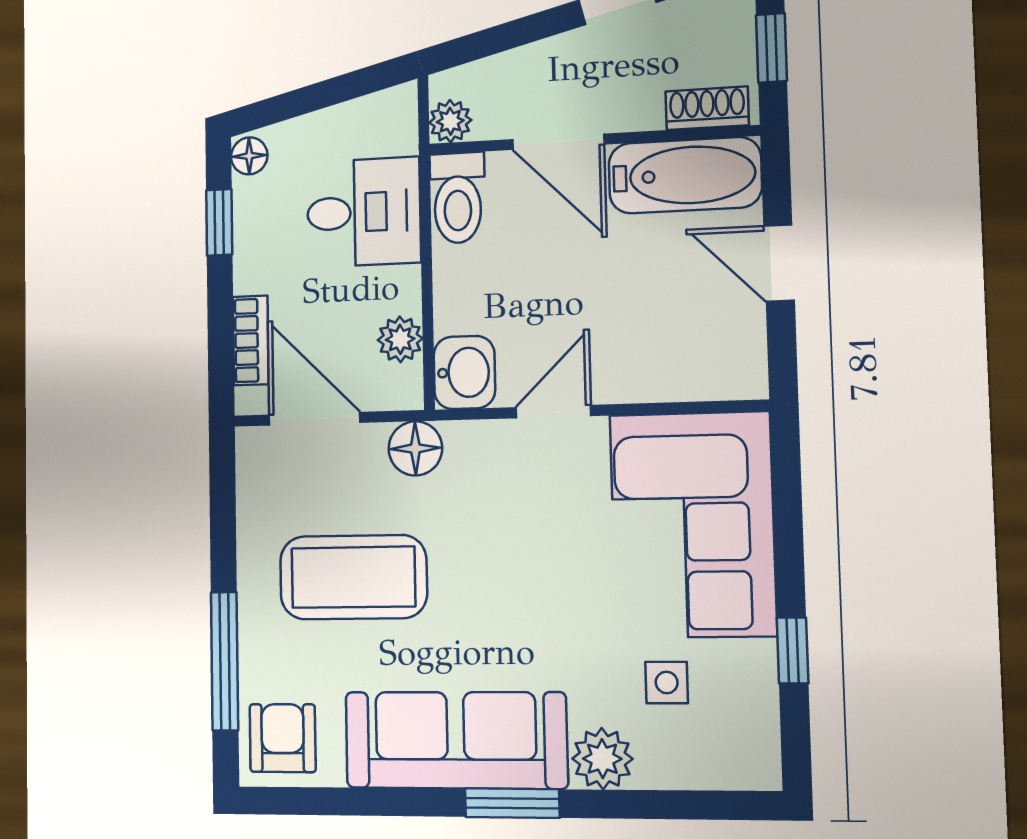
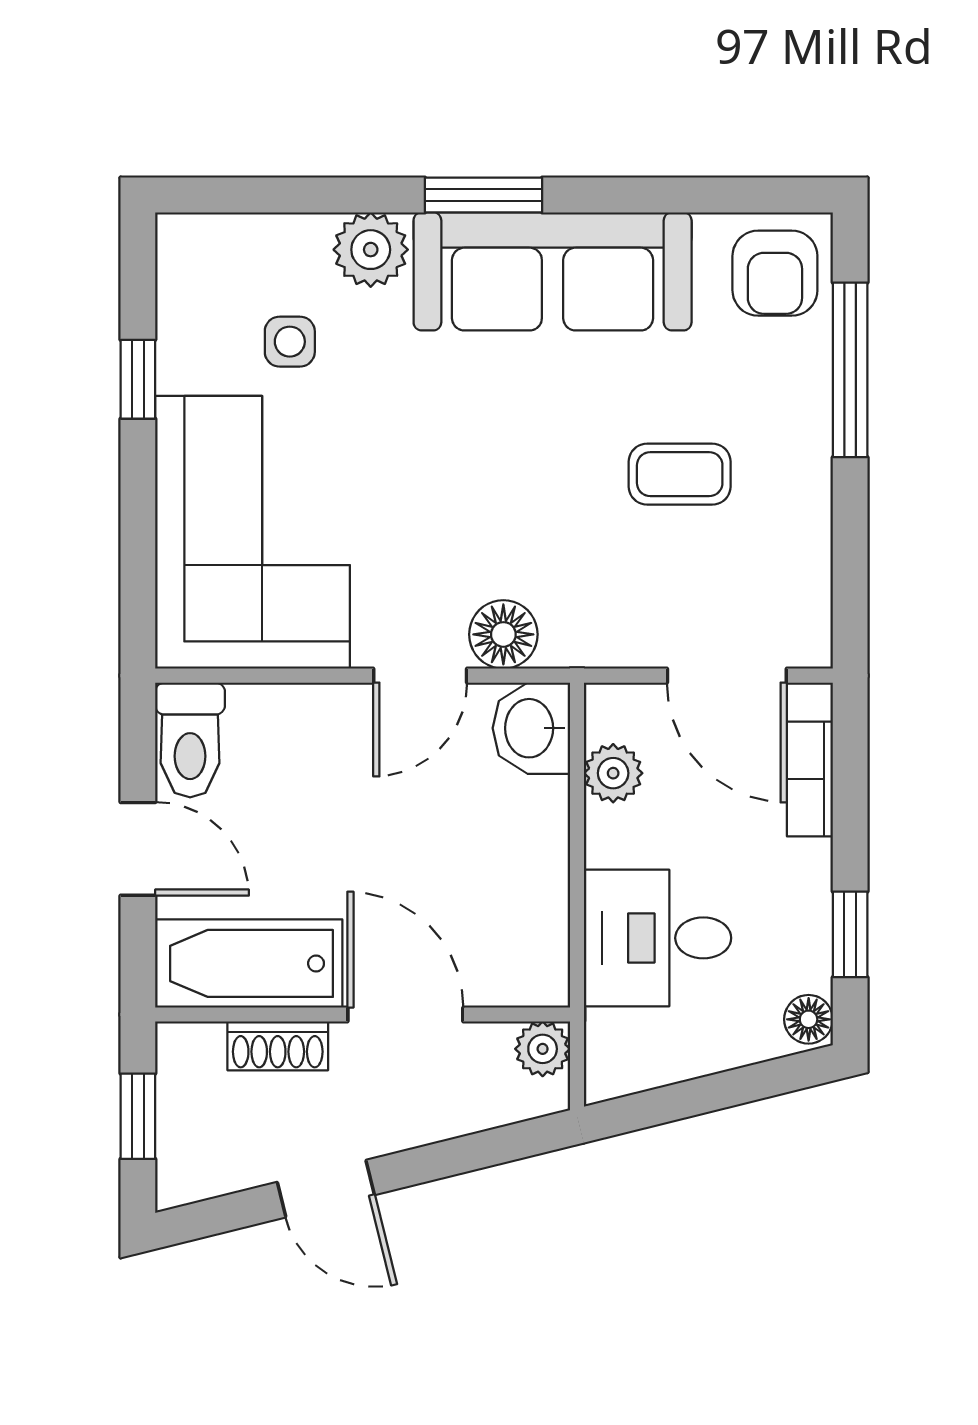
shoe rack: (707, 108) -> (278, 1046), moved
toilet: (458, 198) -> (190, 740), moved, turned 180
floor lamp: (415, 448) -> (503, 634), moved
coffee table: (353, 577) -> (680, 474), width x0.54, depth x0.58

